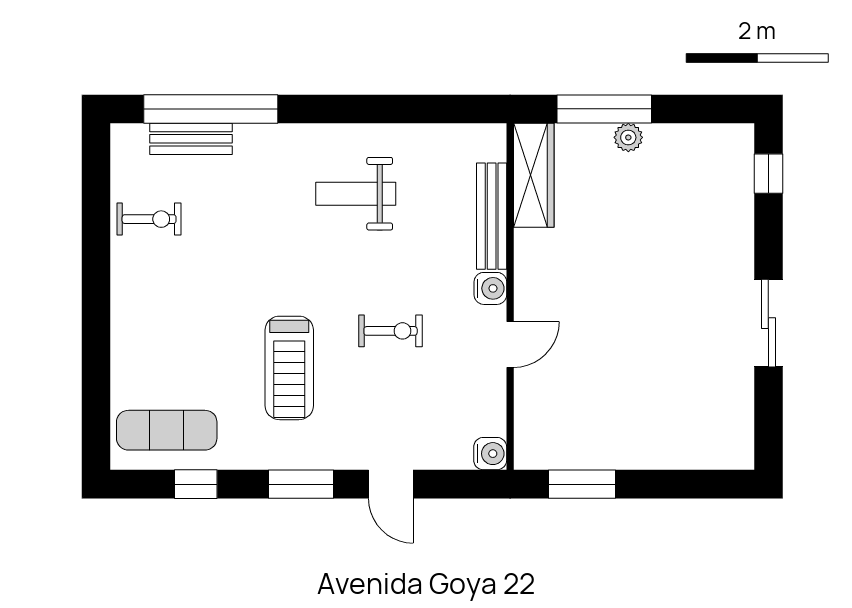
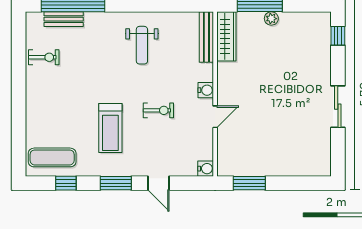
weight bench: (356, 194) -> (142, 45), turned -90
bench: (492, 216) -> (206, 37), moved

